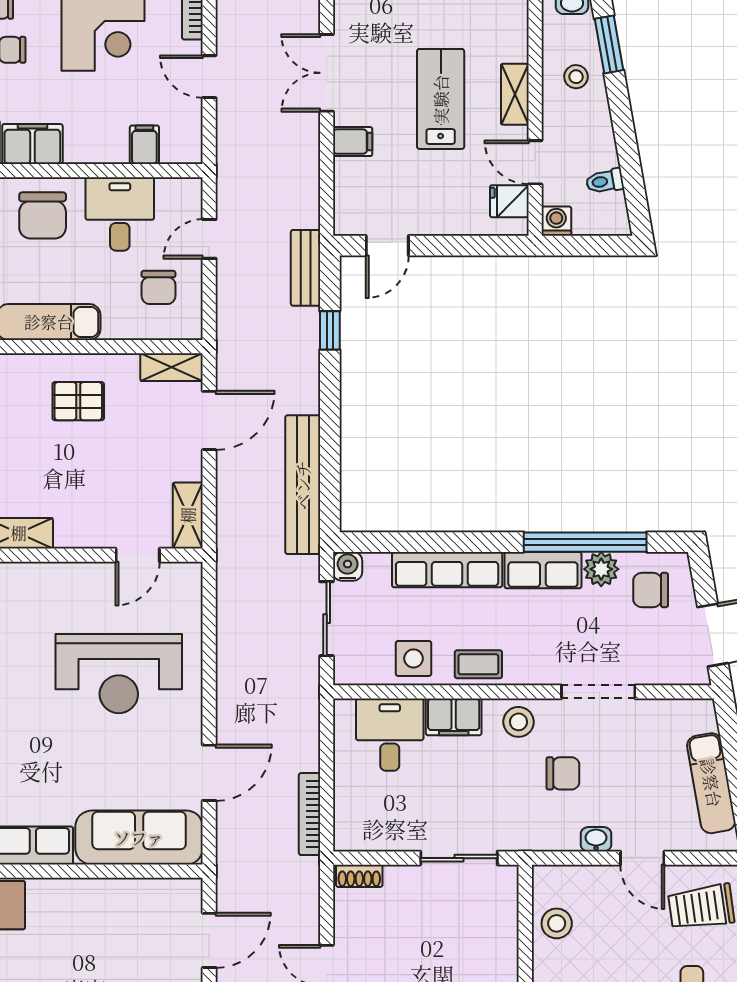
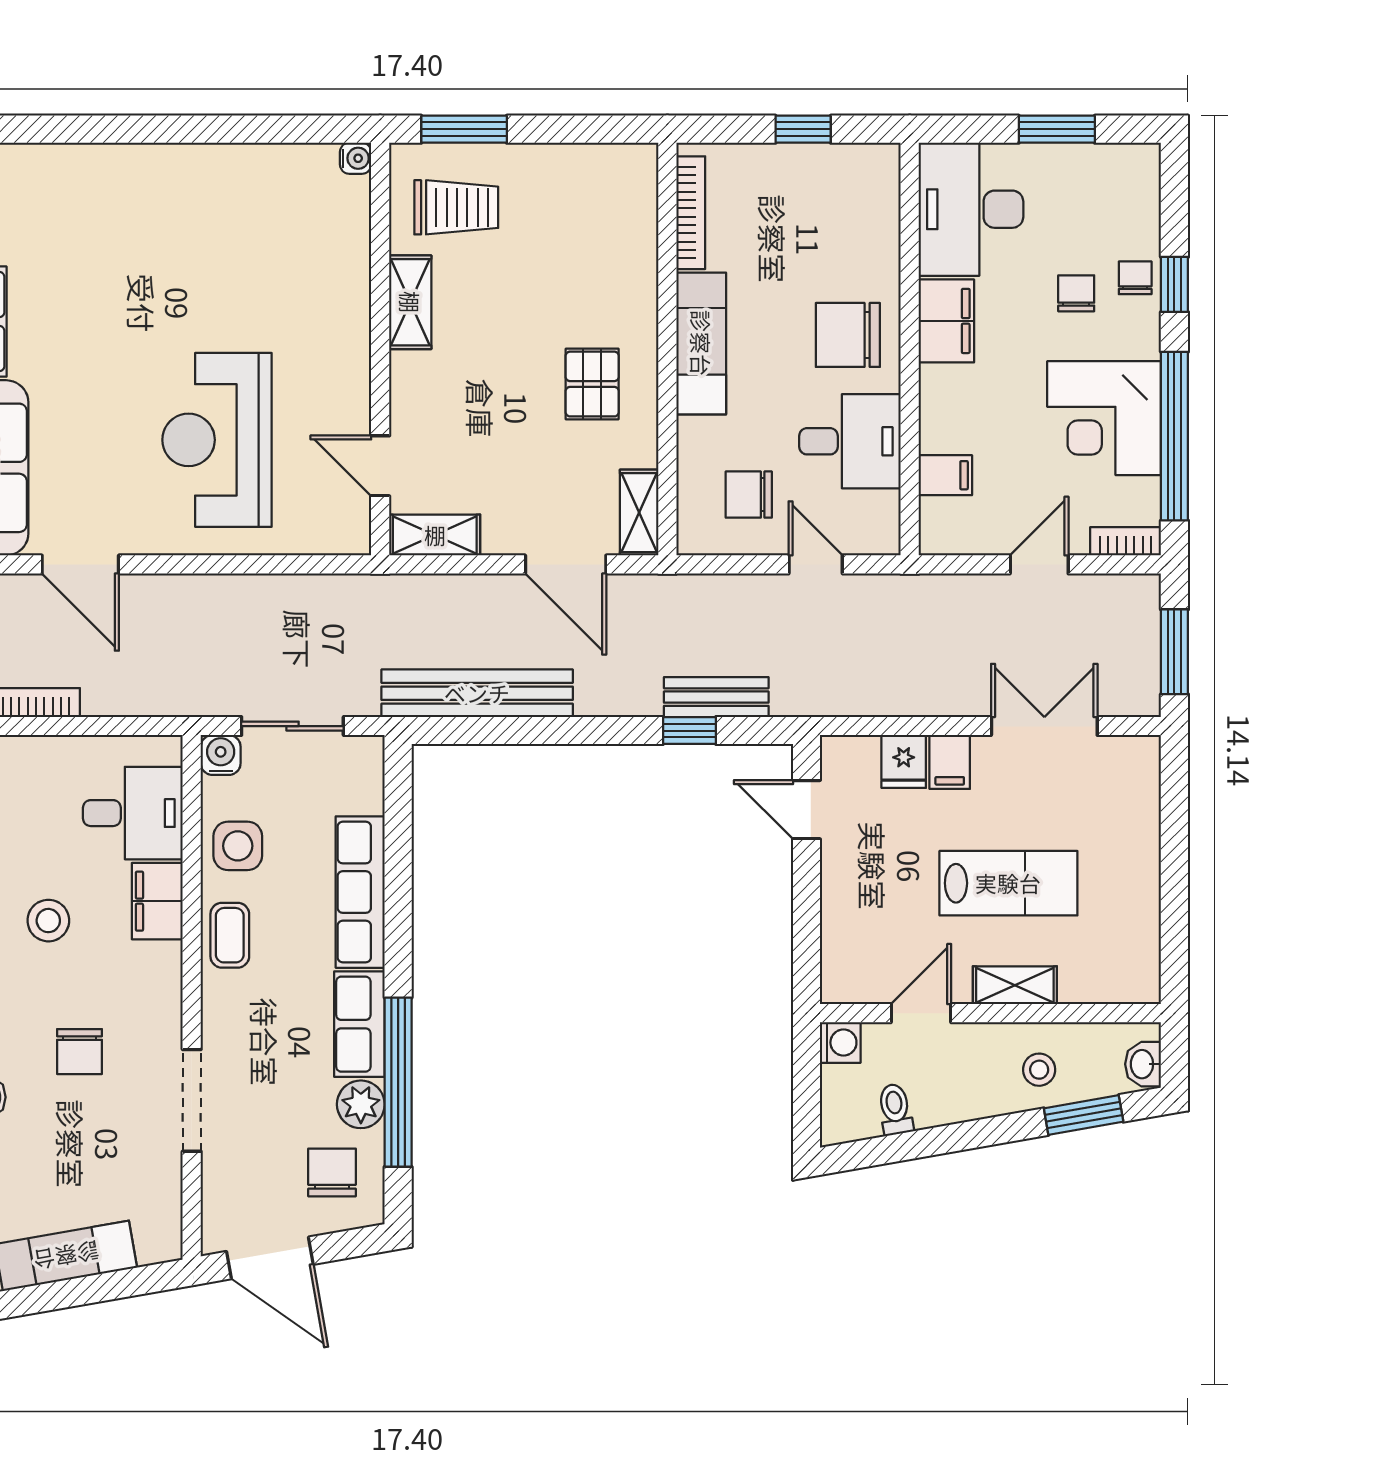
fridge: (509, 201) -> (904, 761), moved, turned 180
bench: (305, 268) -> (716, 697), moved
water cooler: (348, 566) -> (221, 755), moved, turned -90
stool: (519, 722) -> (48, 921), moved

